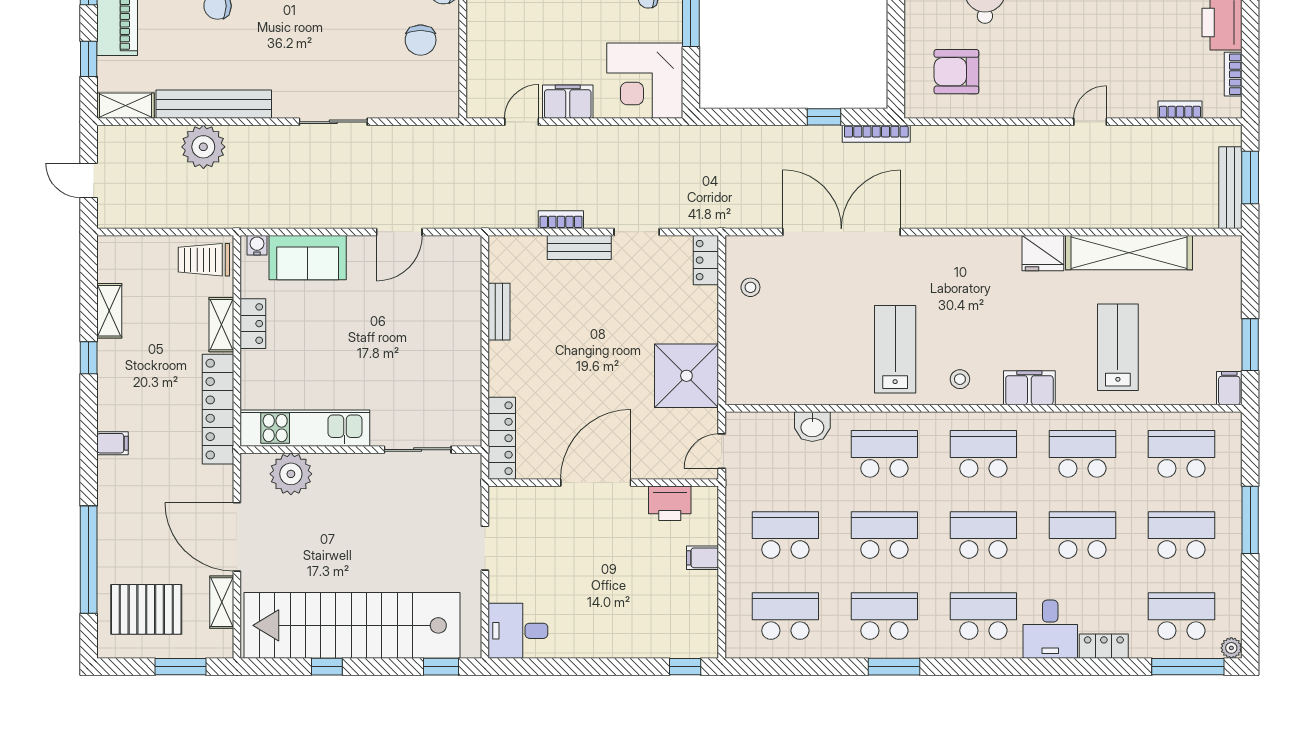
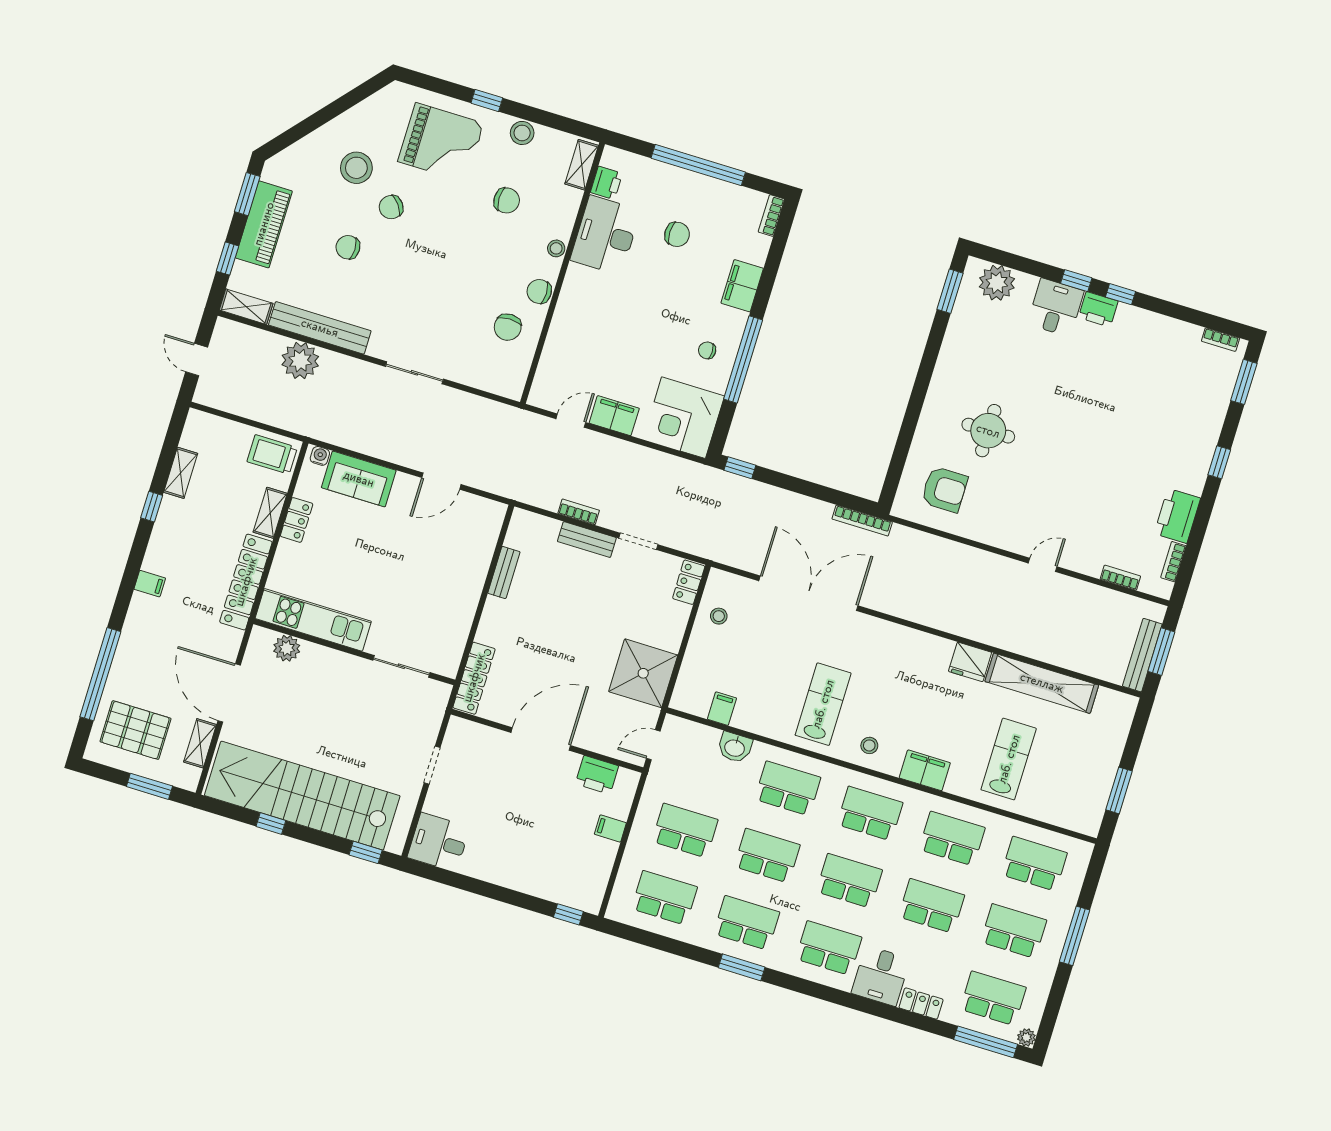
armchair: (956, 72) -> (944, 489), turned 180
window: (824, 117) -> (740, 468), moved
filing cabinet: (1229, 388) -> (722, 709), moved
plant: (291, 474) -> (287, 648), width x0.73, depth x0.73

